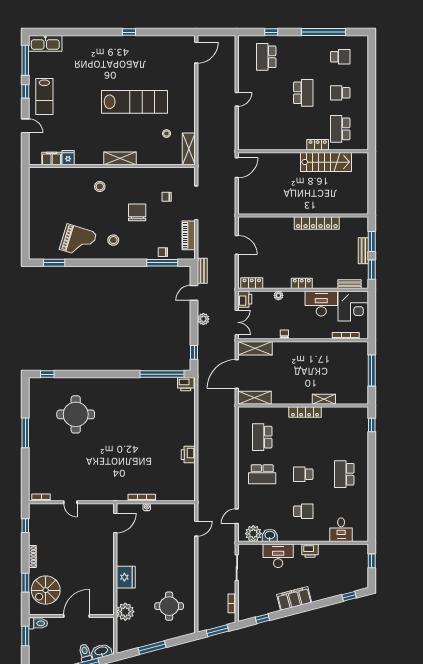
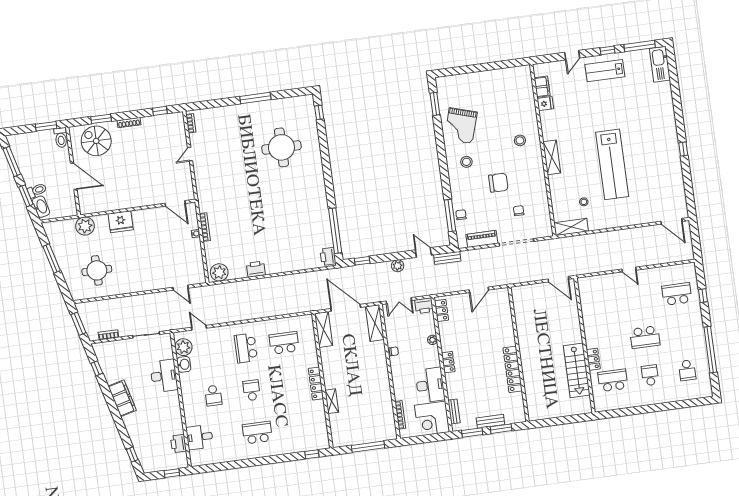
plant: (187, 490) -> (219, 272), added
printer: (310, 551) -> (178, 444), moved

